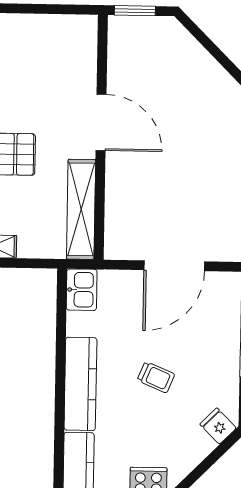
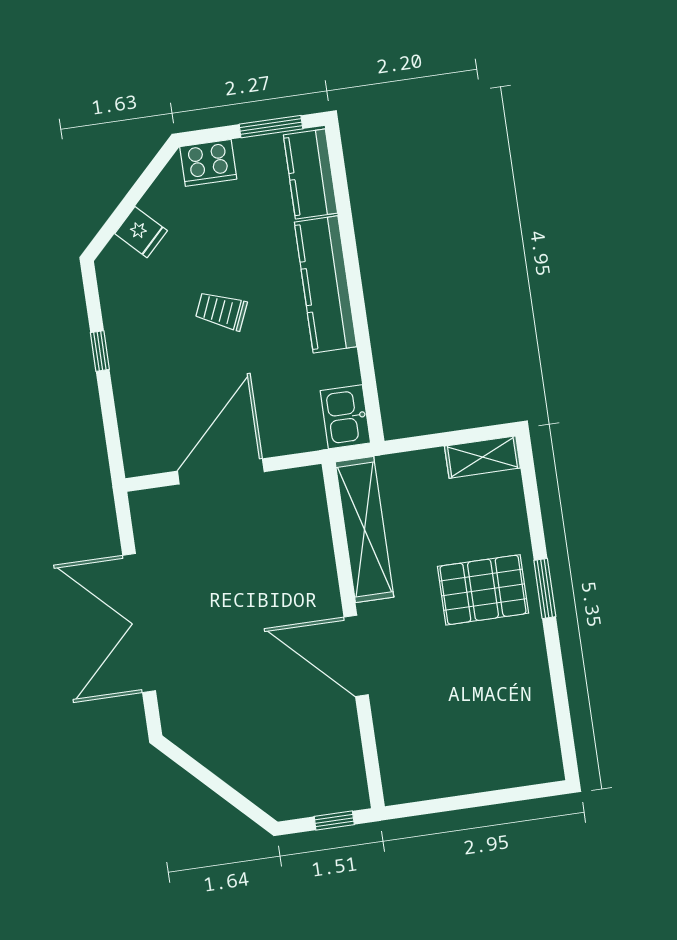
window: (135, 11) -> (334, 821), width x0.67
fridge: (218, 426) -> (141, 232), moved

